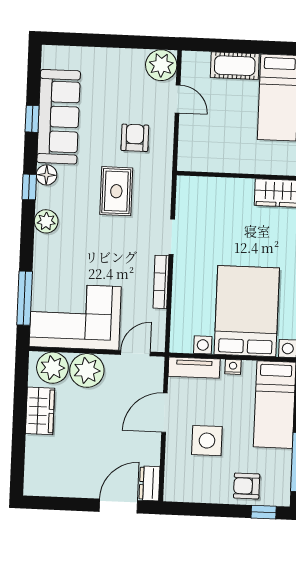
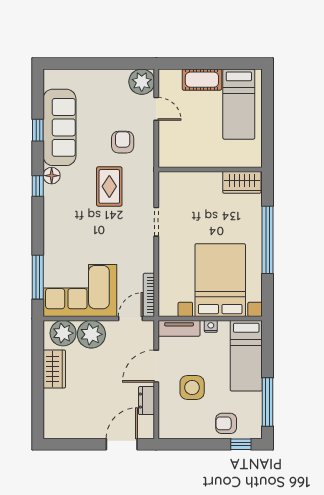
plant: (46, 221) -> (53, 214), removed
bookcase: (161, 282) -> (149, 295), moved
dresser: (150, 483) -> (147, 401), moved

